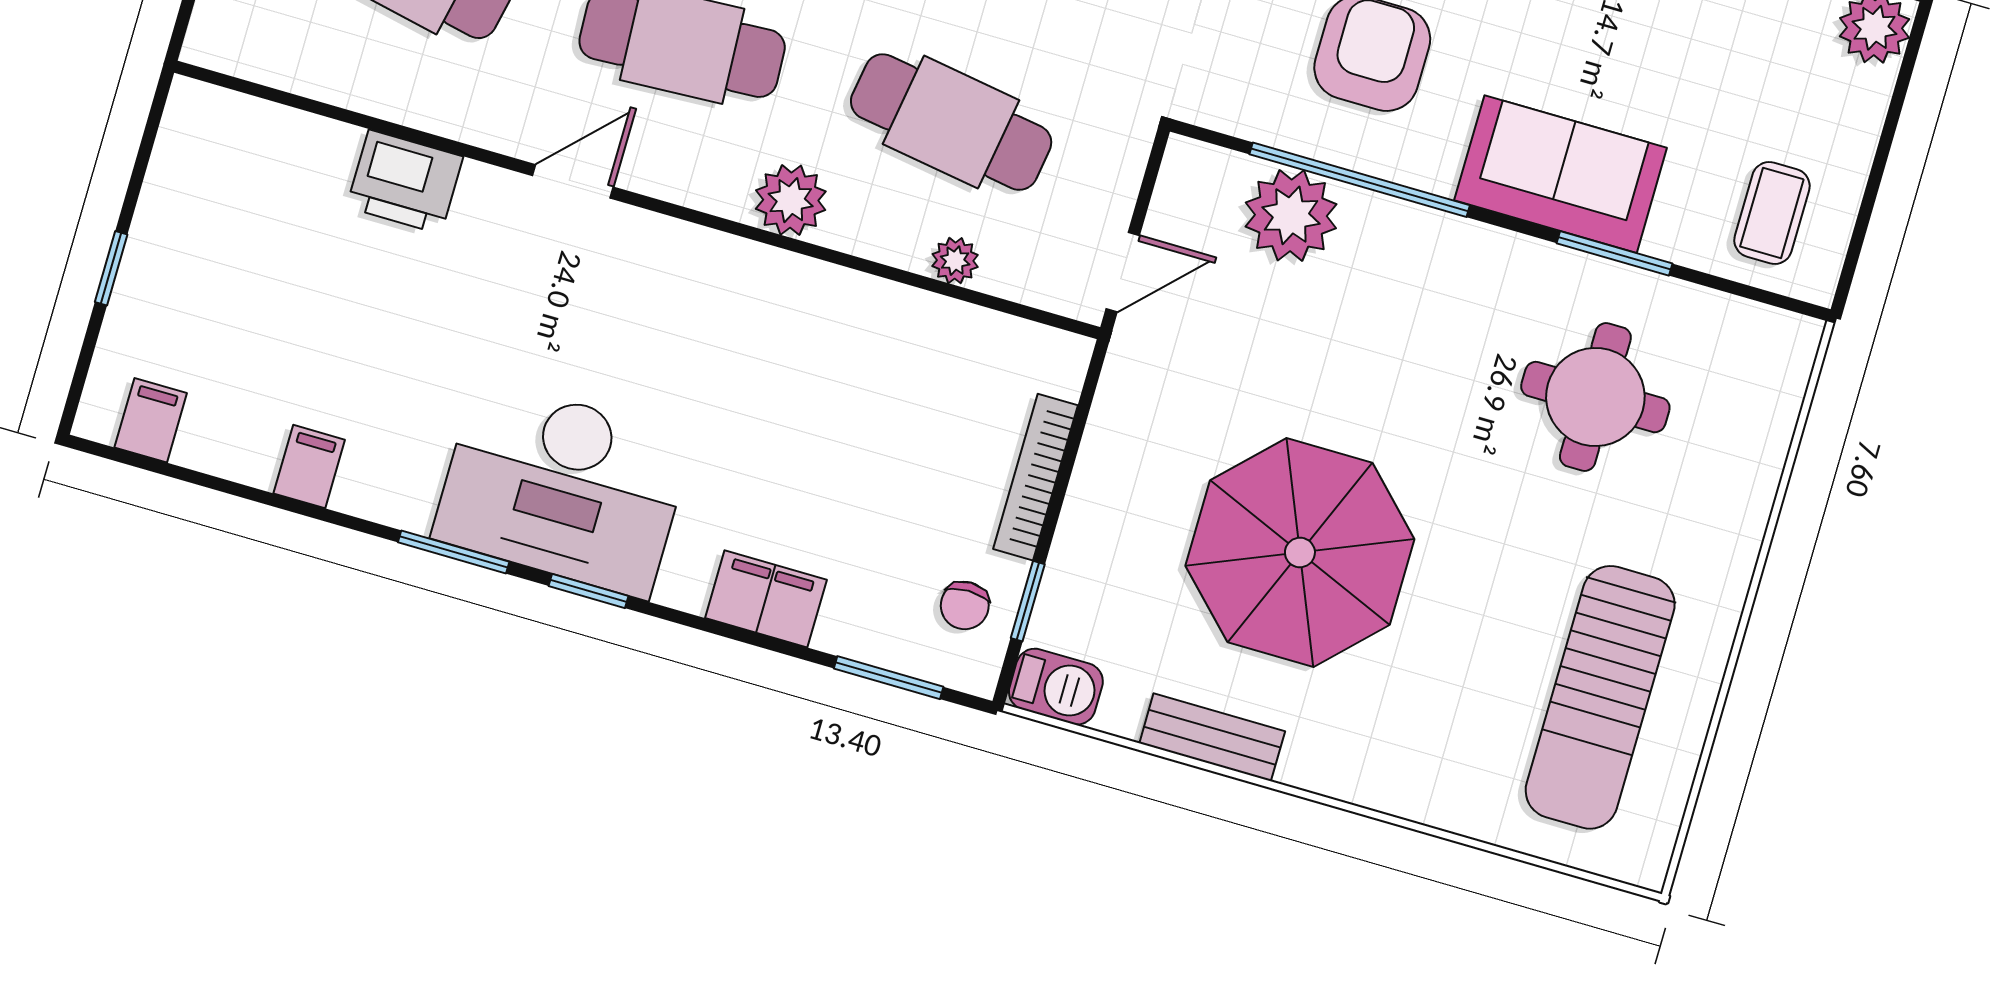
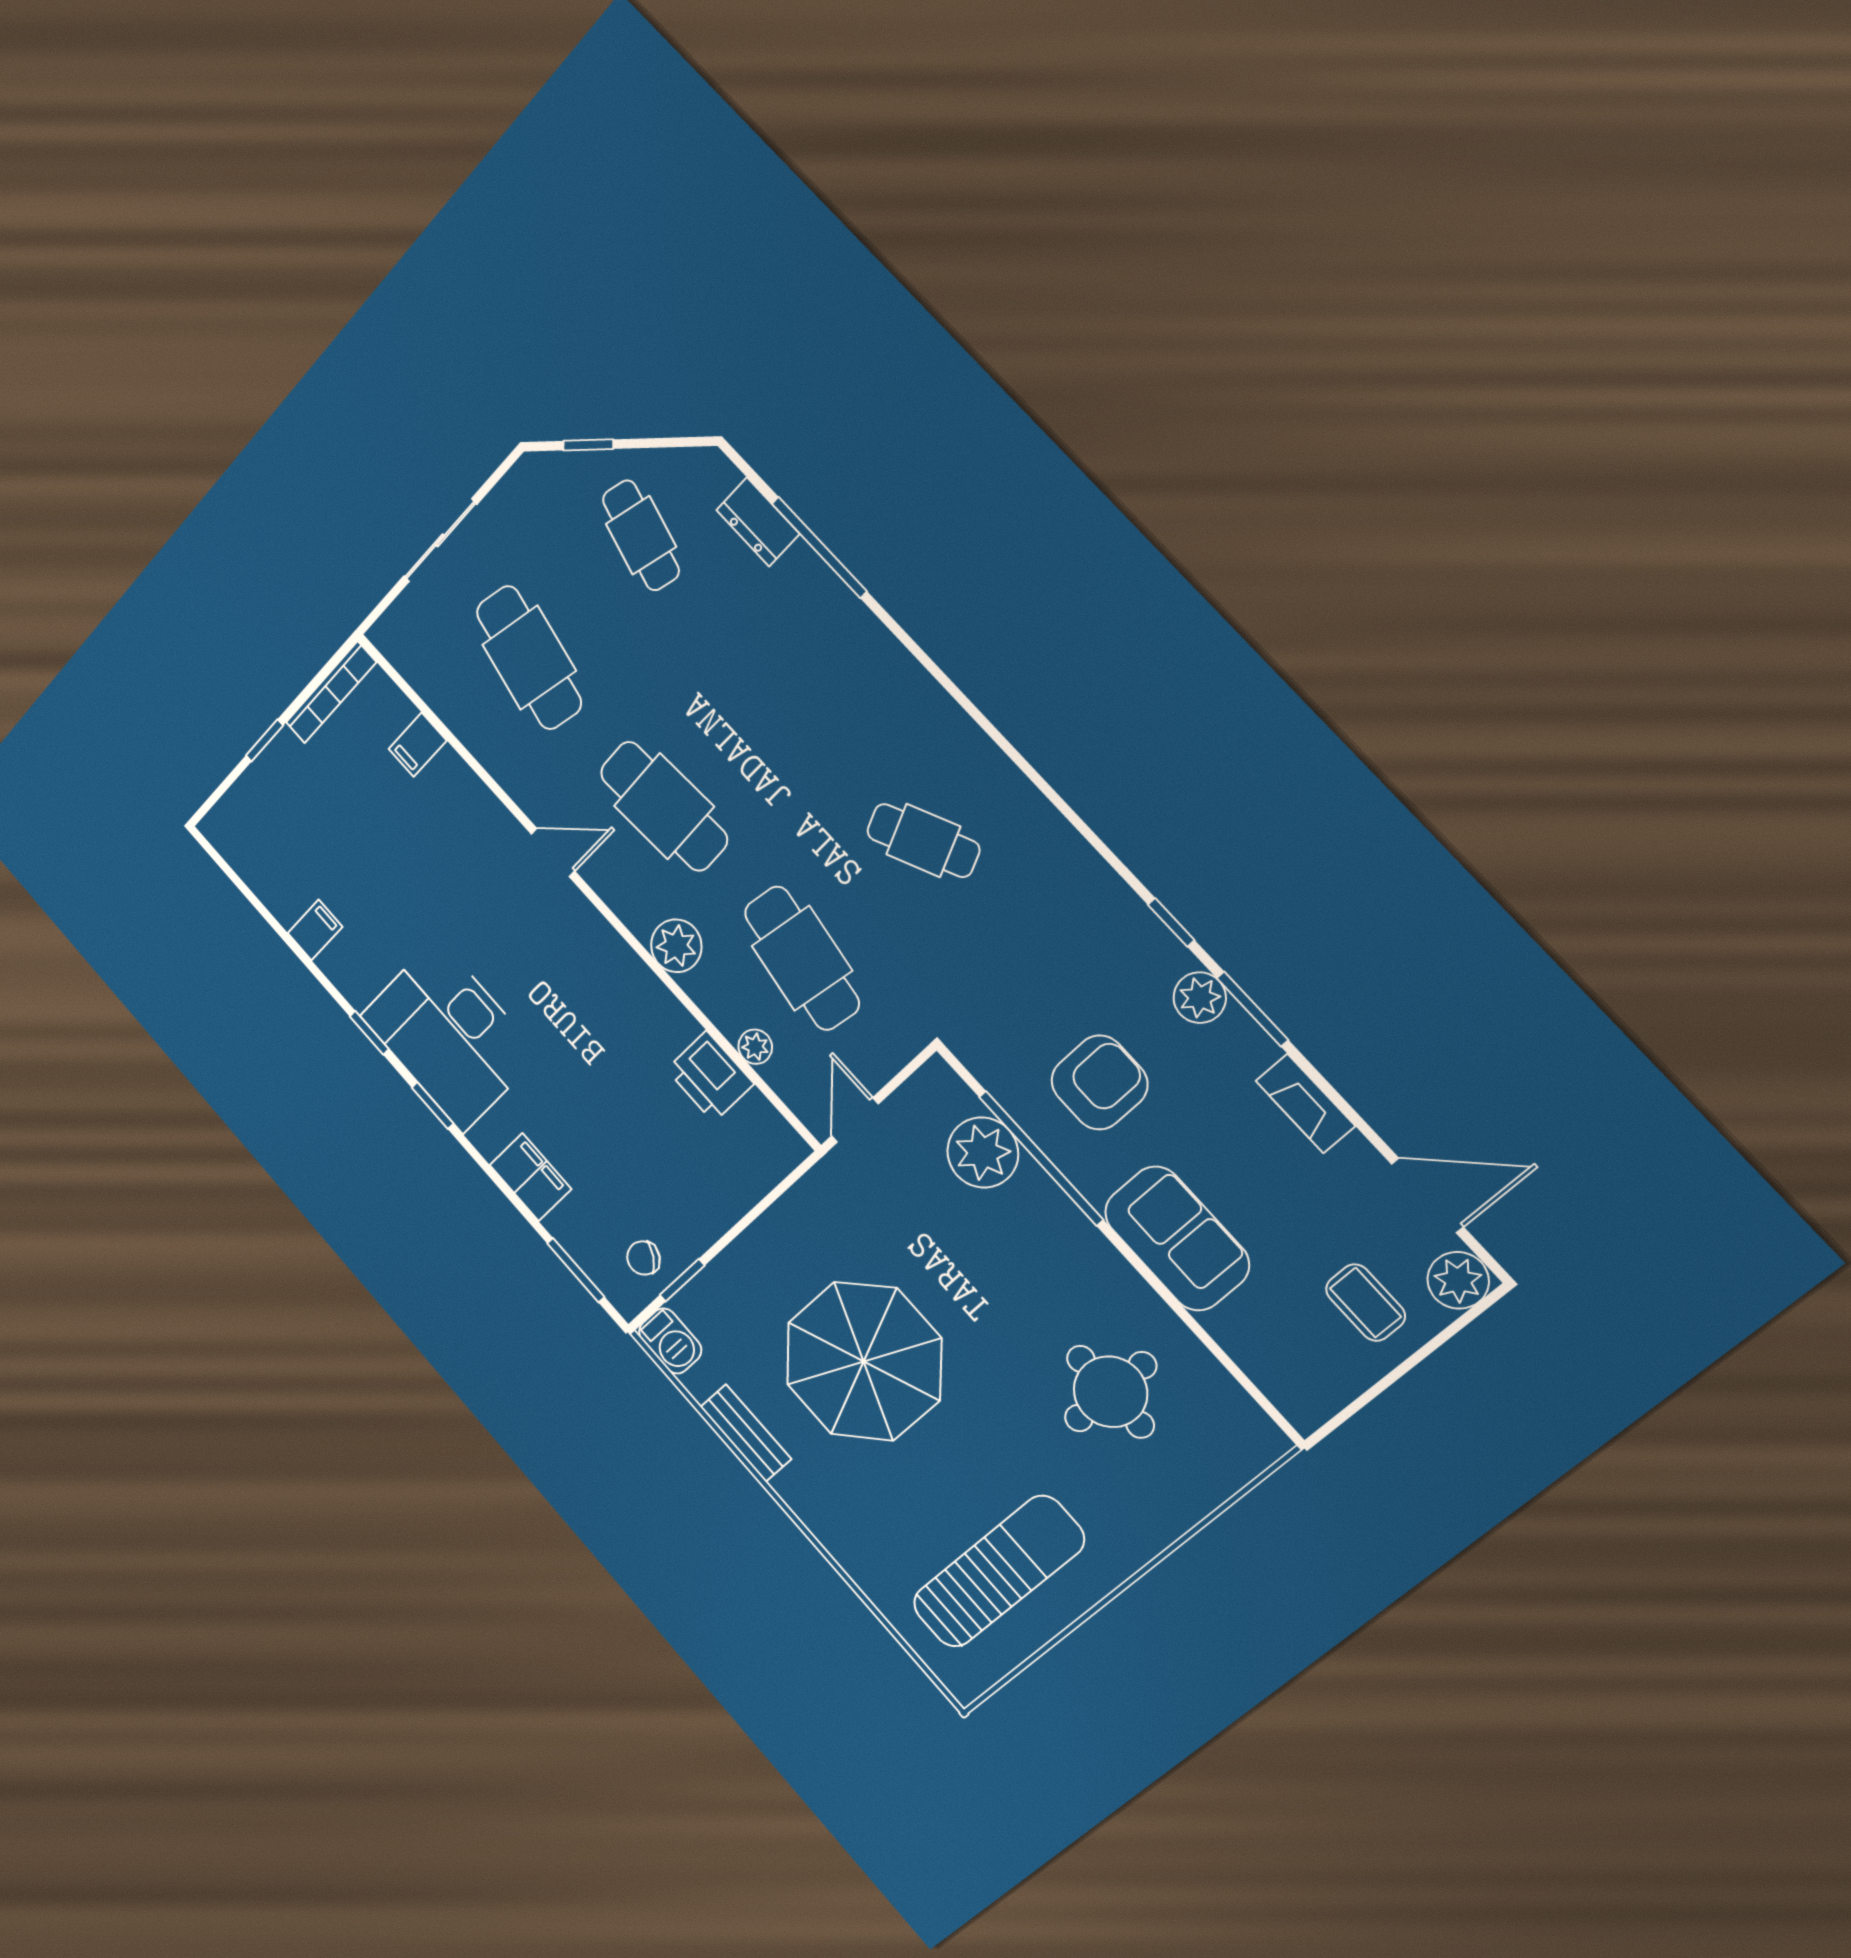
printer: (405, 182) -> (710, 1077), moved
coffee table: (1772, 213) -> (1365, 1303), moved, turned 90
window: (1615, 253) -> (1181, 1311), removed
door: (1123, 272) -> (855, 1120), swing flipped
filing cabinet: (151, 420) -> (418, 745), moved, turned 180
bookcase: (1035, 477) -> (331, 692), moved, turned 180
window: (454, 552) -> (369, 1033), width x0.67
chair: (965, 606) -> (643, 1258), turned 34
sun lounger: (1600, 697) -> (998, 1572), turned 180

